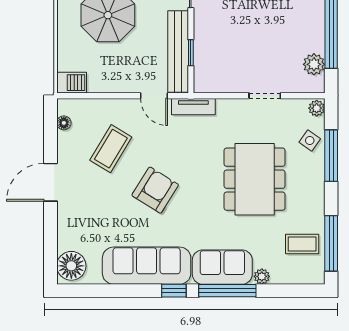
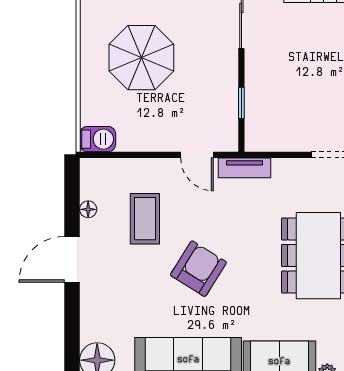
bench: (178, 52) -> (226, 102), removed
floor lamp: (64, 123) -> (88, 209), moved
coffee table: (111, 149) -> (145, 219), turned -31

